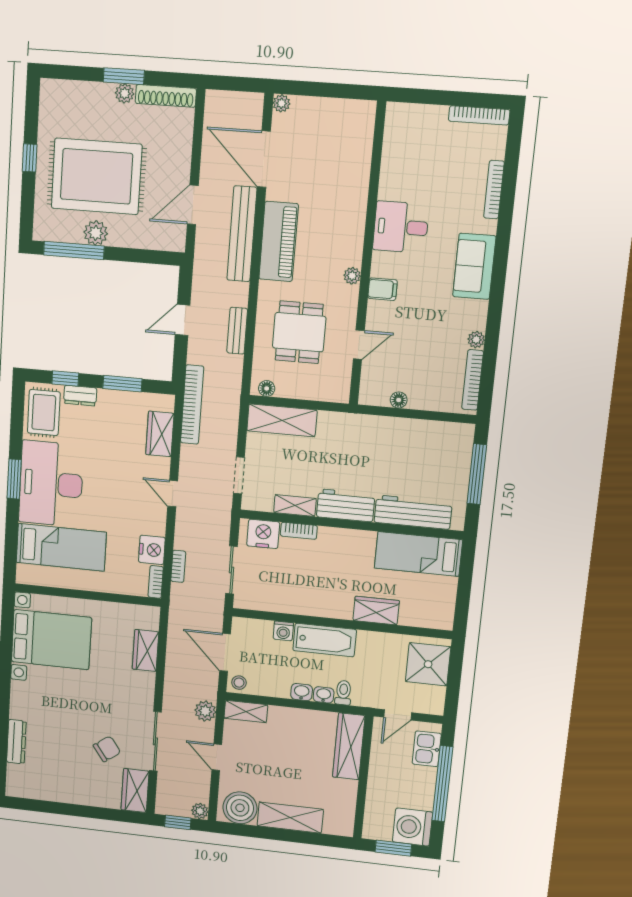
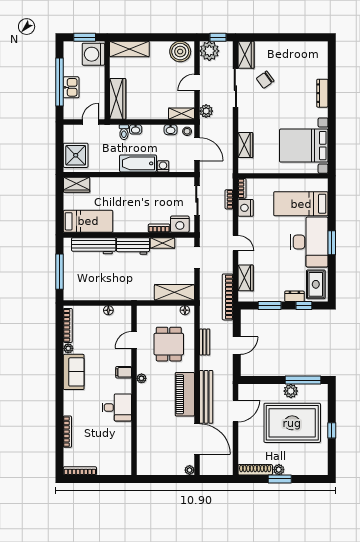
sofa: (474, 266) -> (74, 372), moved
wardrobe: (376, 611) -> (77, 185), moved
washbasin: (302, 692) -> (171, 130), moved
dresser: (16, 742) -> (322, 93), moved
kitchen sink: (427, 749) -> (71, 87), moved
door: (217, 757) -> (197, 82), swing flipped
plant: (200, 811) -> (209, 51), width x1.87, depth x1.87
shelving: (290, 818) -> (129, 49), moved
washing machine: (412, 827) -> (93, 54), moved, turned 180

